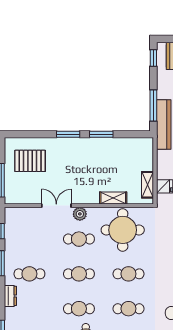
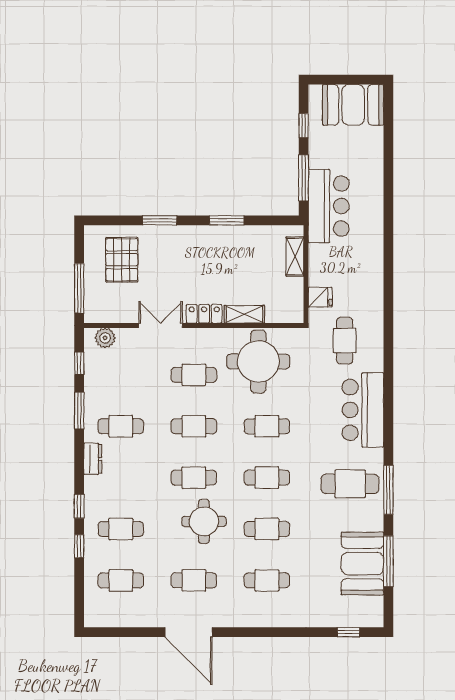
window: (153, 58) -> (304, 126), moved
window: (68, 134) -> (160, 220), moved
pallet: (30, 161) -> (122, 260), turned 90
shelving: (147, 185) -> (295, 256), moved
locker: (86, 198) -> (204, 314), added
plant: (80, 214) -> (105, 338), moved

